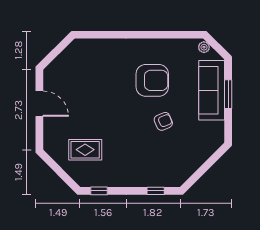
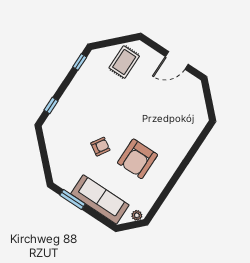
window: (228, 94) -> (72, 200), moved
armchair: (163, 121) -> (100, 147), turned -125
rug: (85, 150) -> (124, 62), moved

